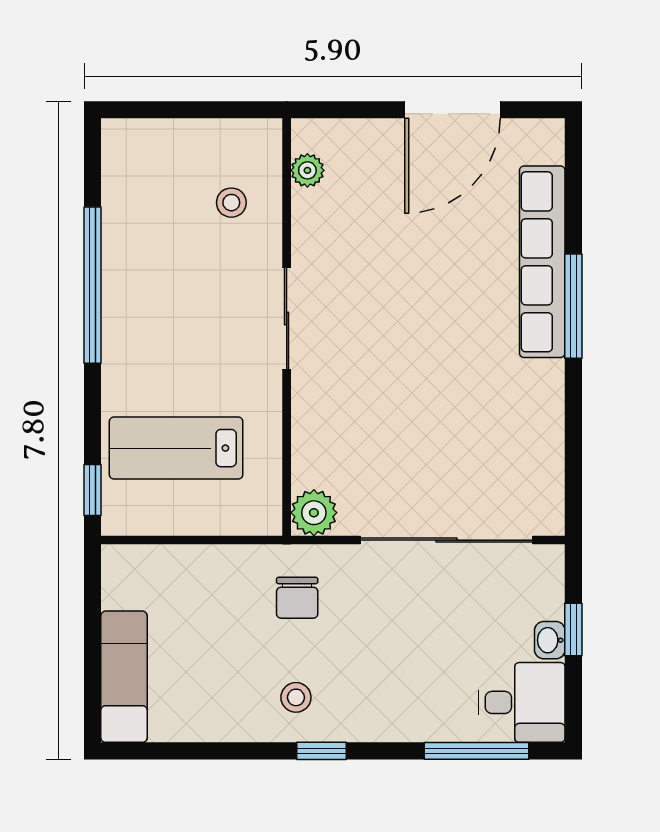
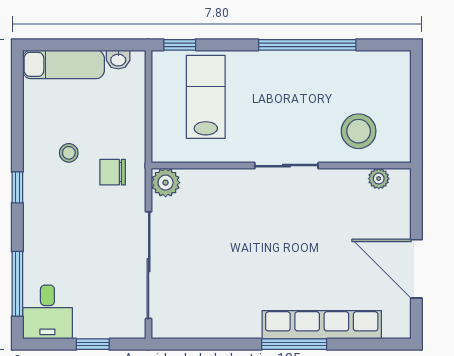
stool: (231, 203) -> (359, 131), width x1.89, depth x1.89
washbasin: (550, 640) -> (118, 59), moved, turned 180
stool: (296, 697) -> (69, 153), moved

